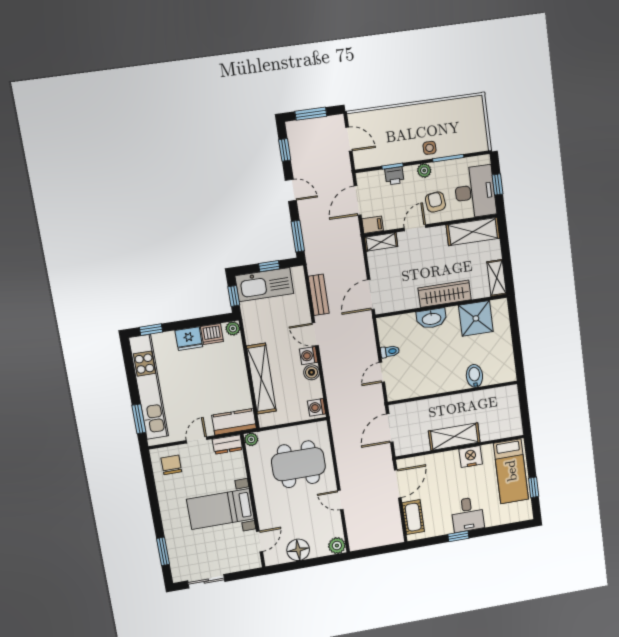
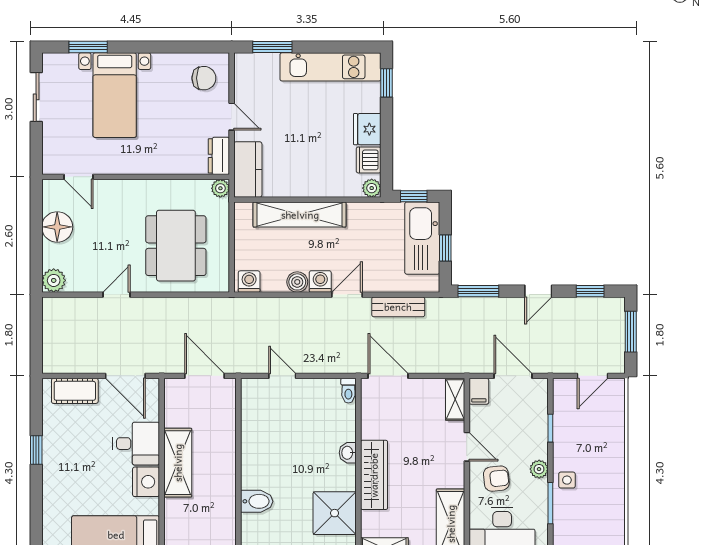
printer: (394, 176) -> (538, 429), removed
washbasin: (431, 318) -> (348, 453), width x0.52, depth x0.69
toilet: (390, 352) -> (348, 391), moved
kitchen unit: (149, 387) -> (330, 67), width x0.73
bed with nightstands: (220, 509) -> (115, 95), moved, turned 180
desk: (468, 514) -> (136, 444), moved, turned 180

